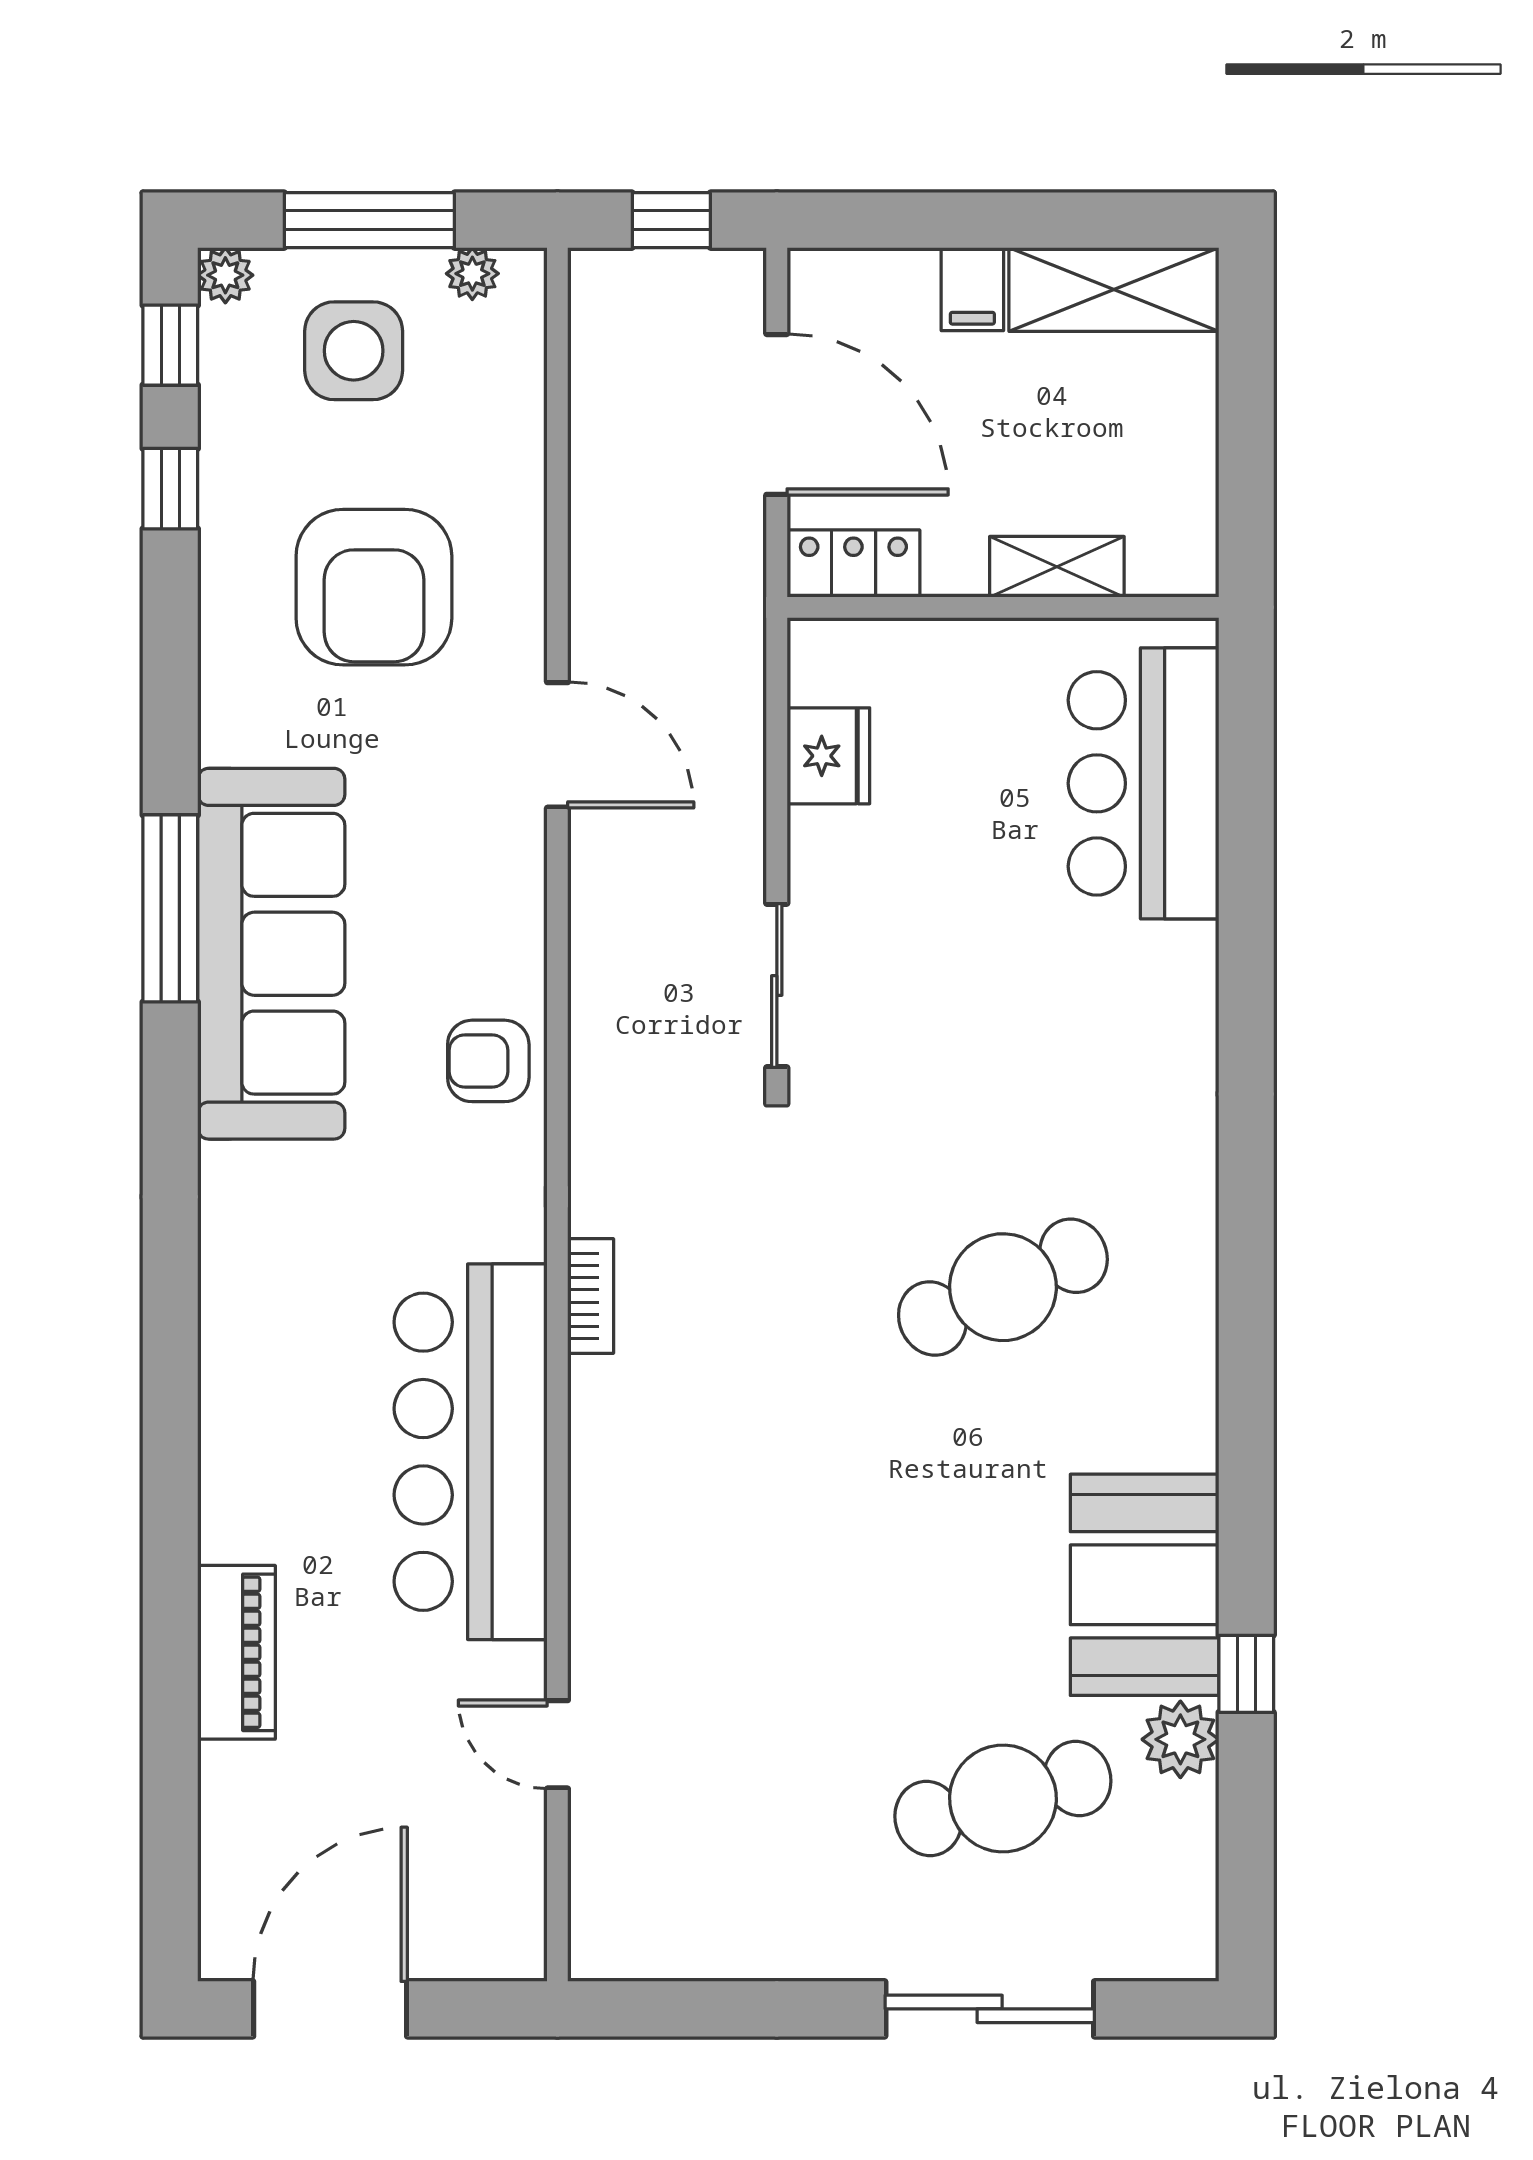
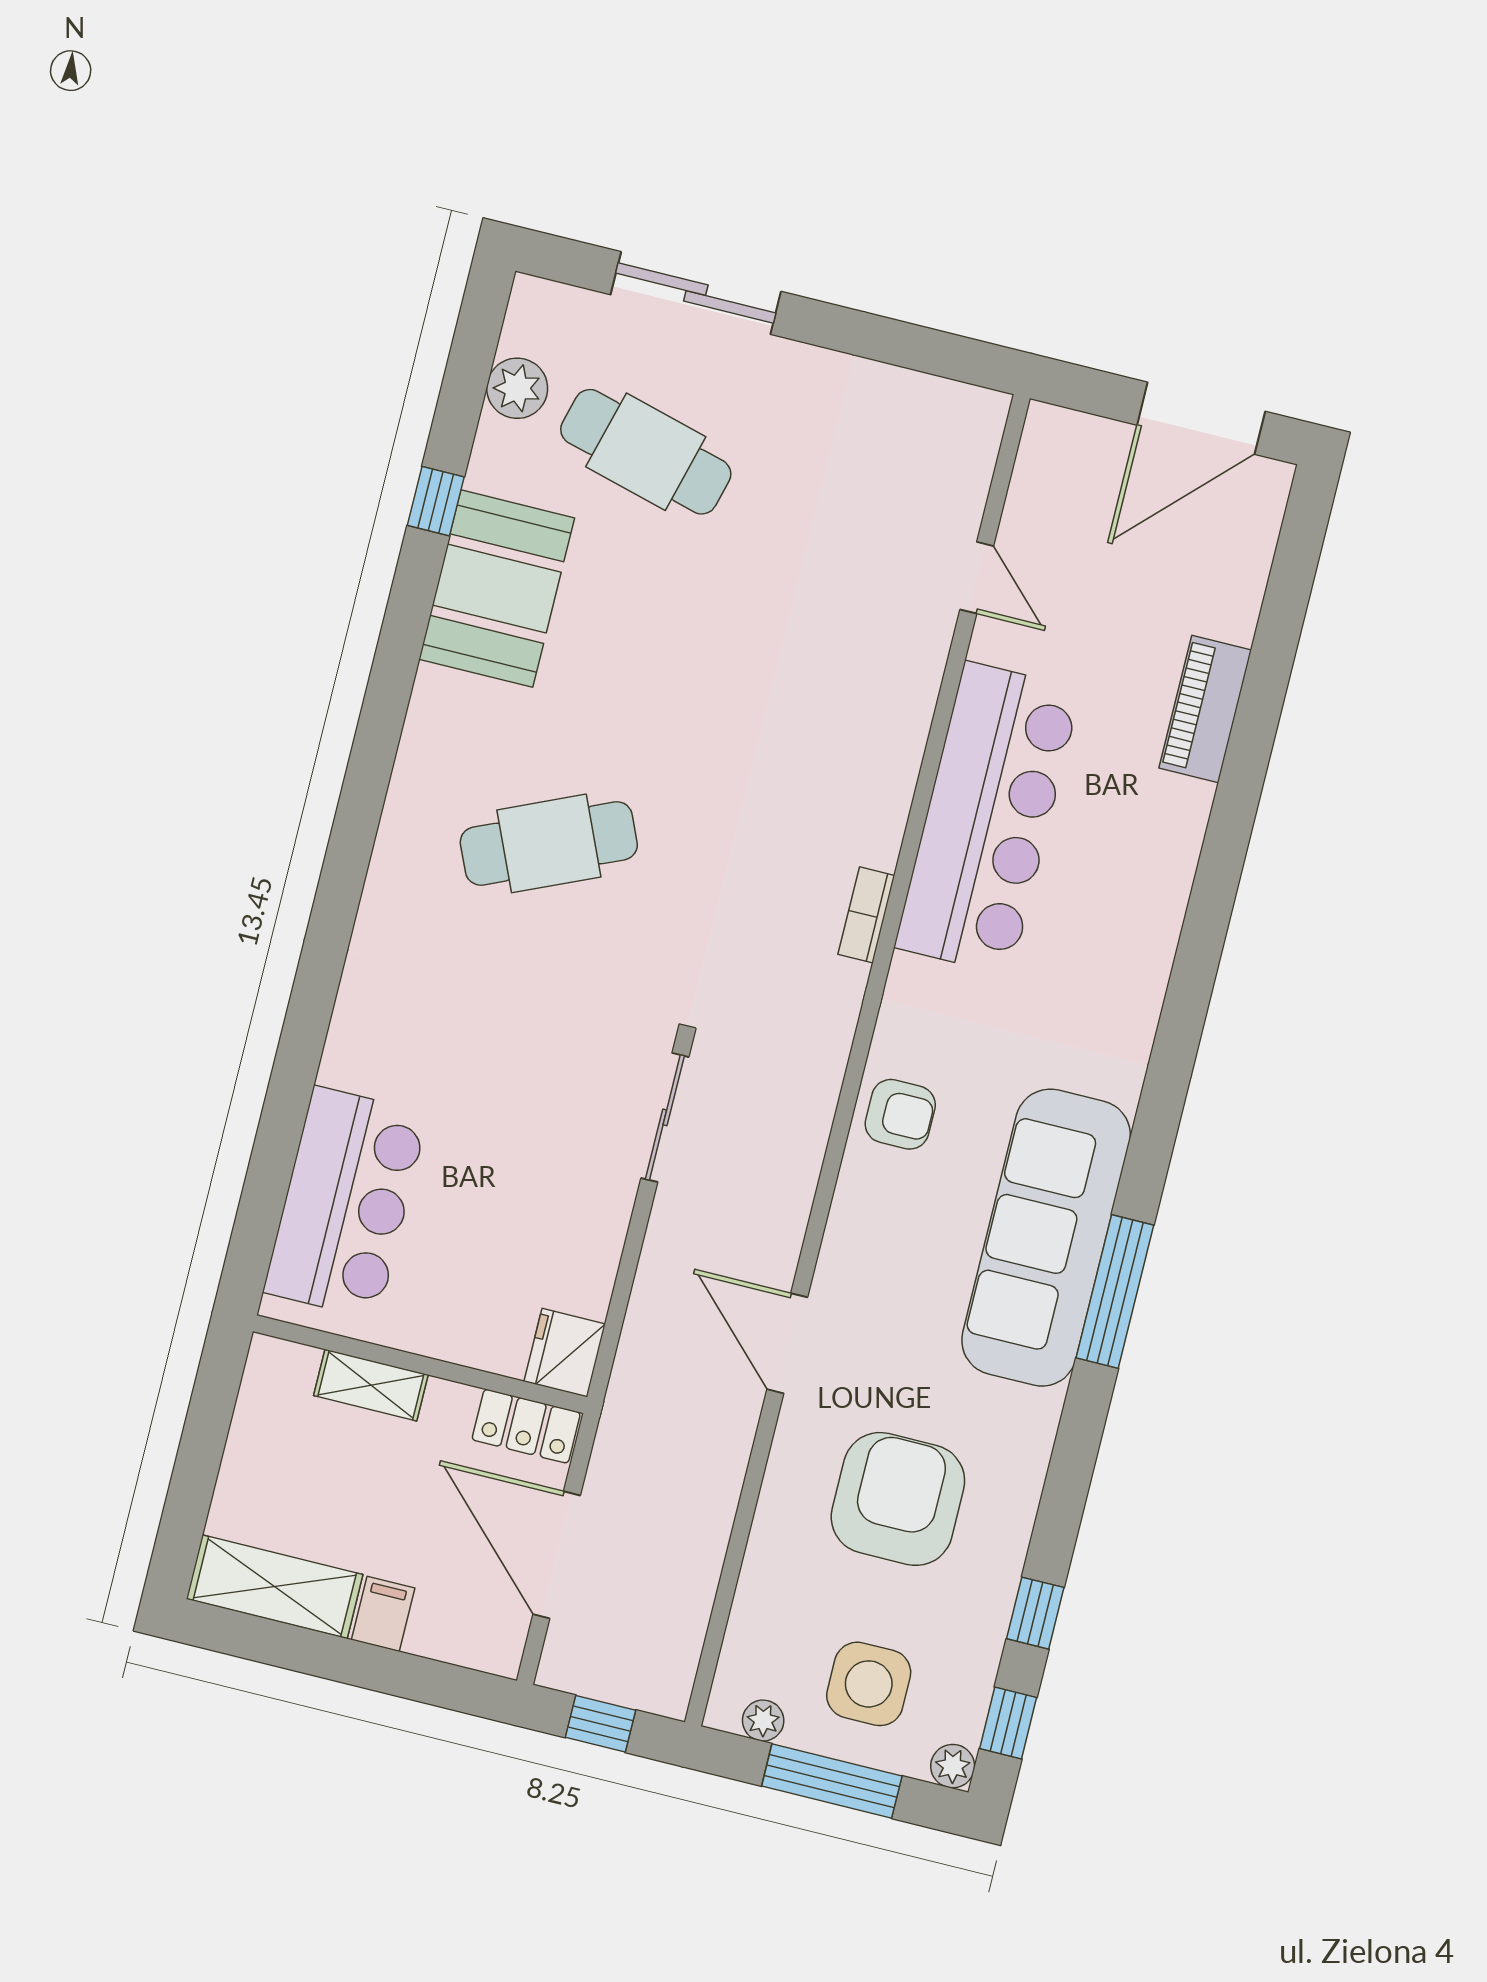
fridge: (828, 756) -> (565, 1353), moved
plant: (1180, 1739) -> (517, 388), moved
cafe table: (1003, 1799) -> (646, 452), turned 30

